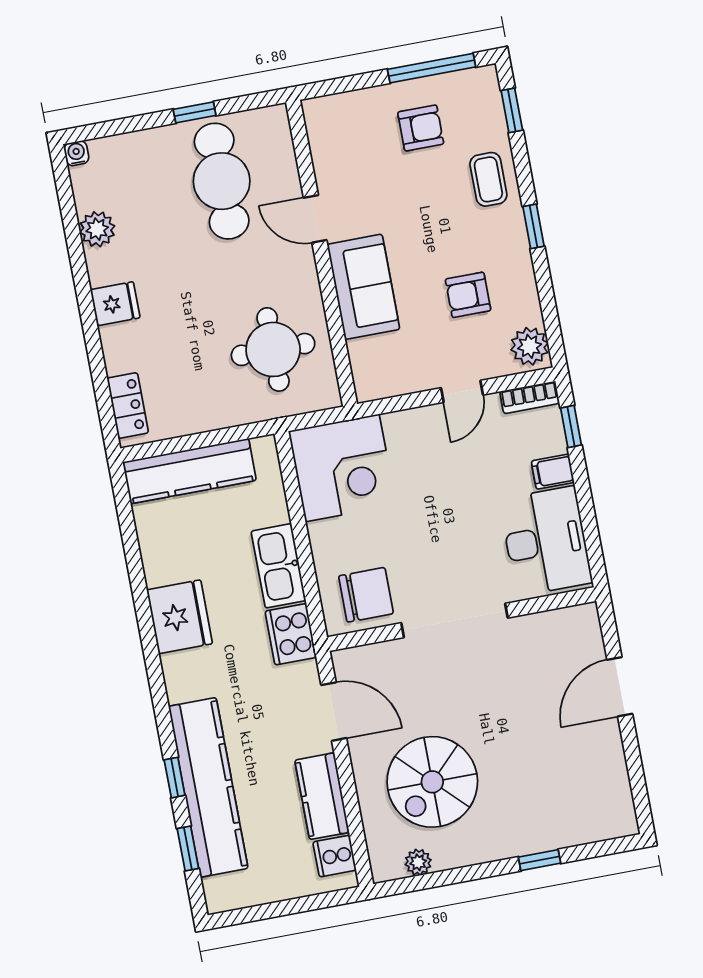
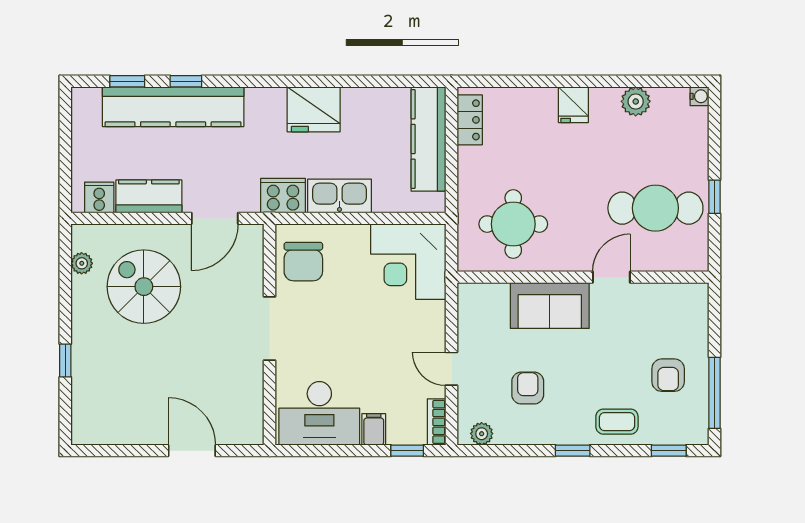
plant: (530, 346) -> (482, 434), width x0.73, depth x0.73
locker: (128, 405) -> (470, 120), moved, turned -90
doorway: (454, 620) -> (270, 329), width x0.73

